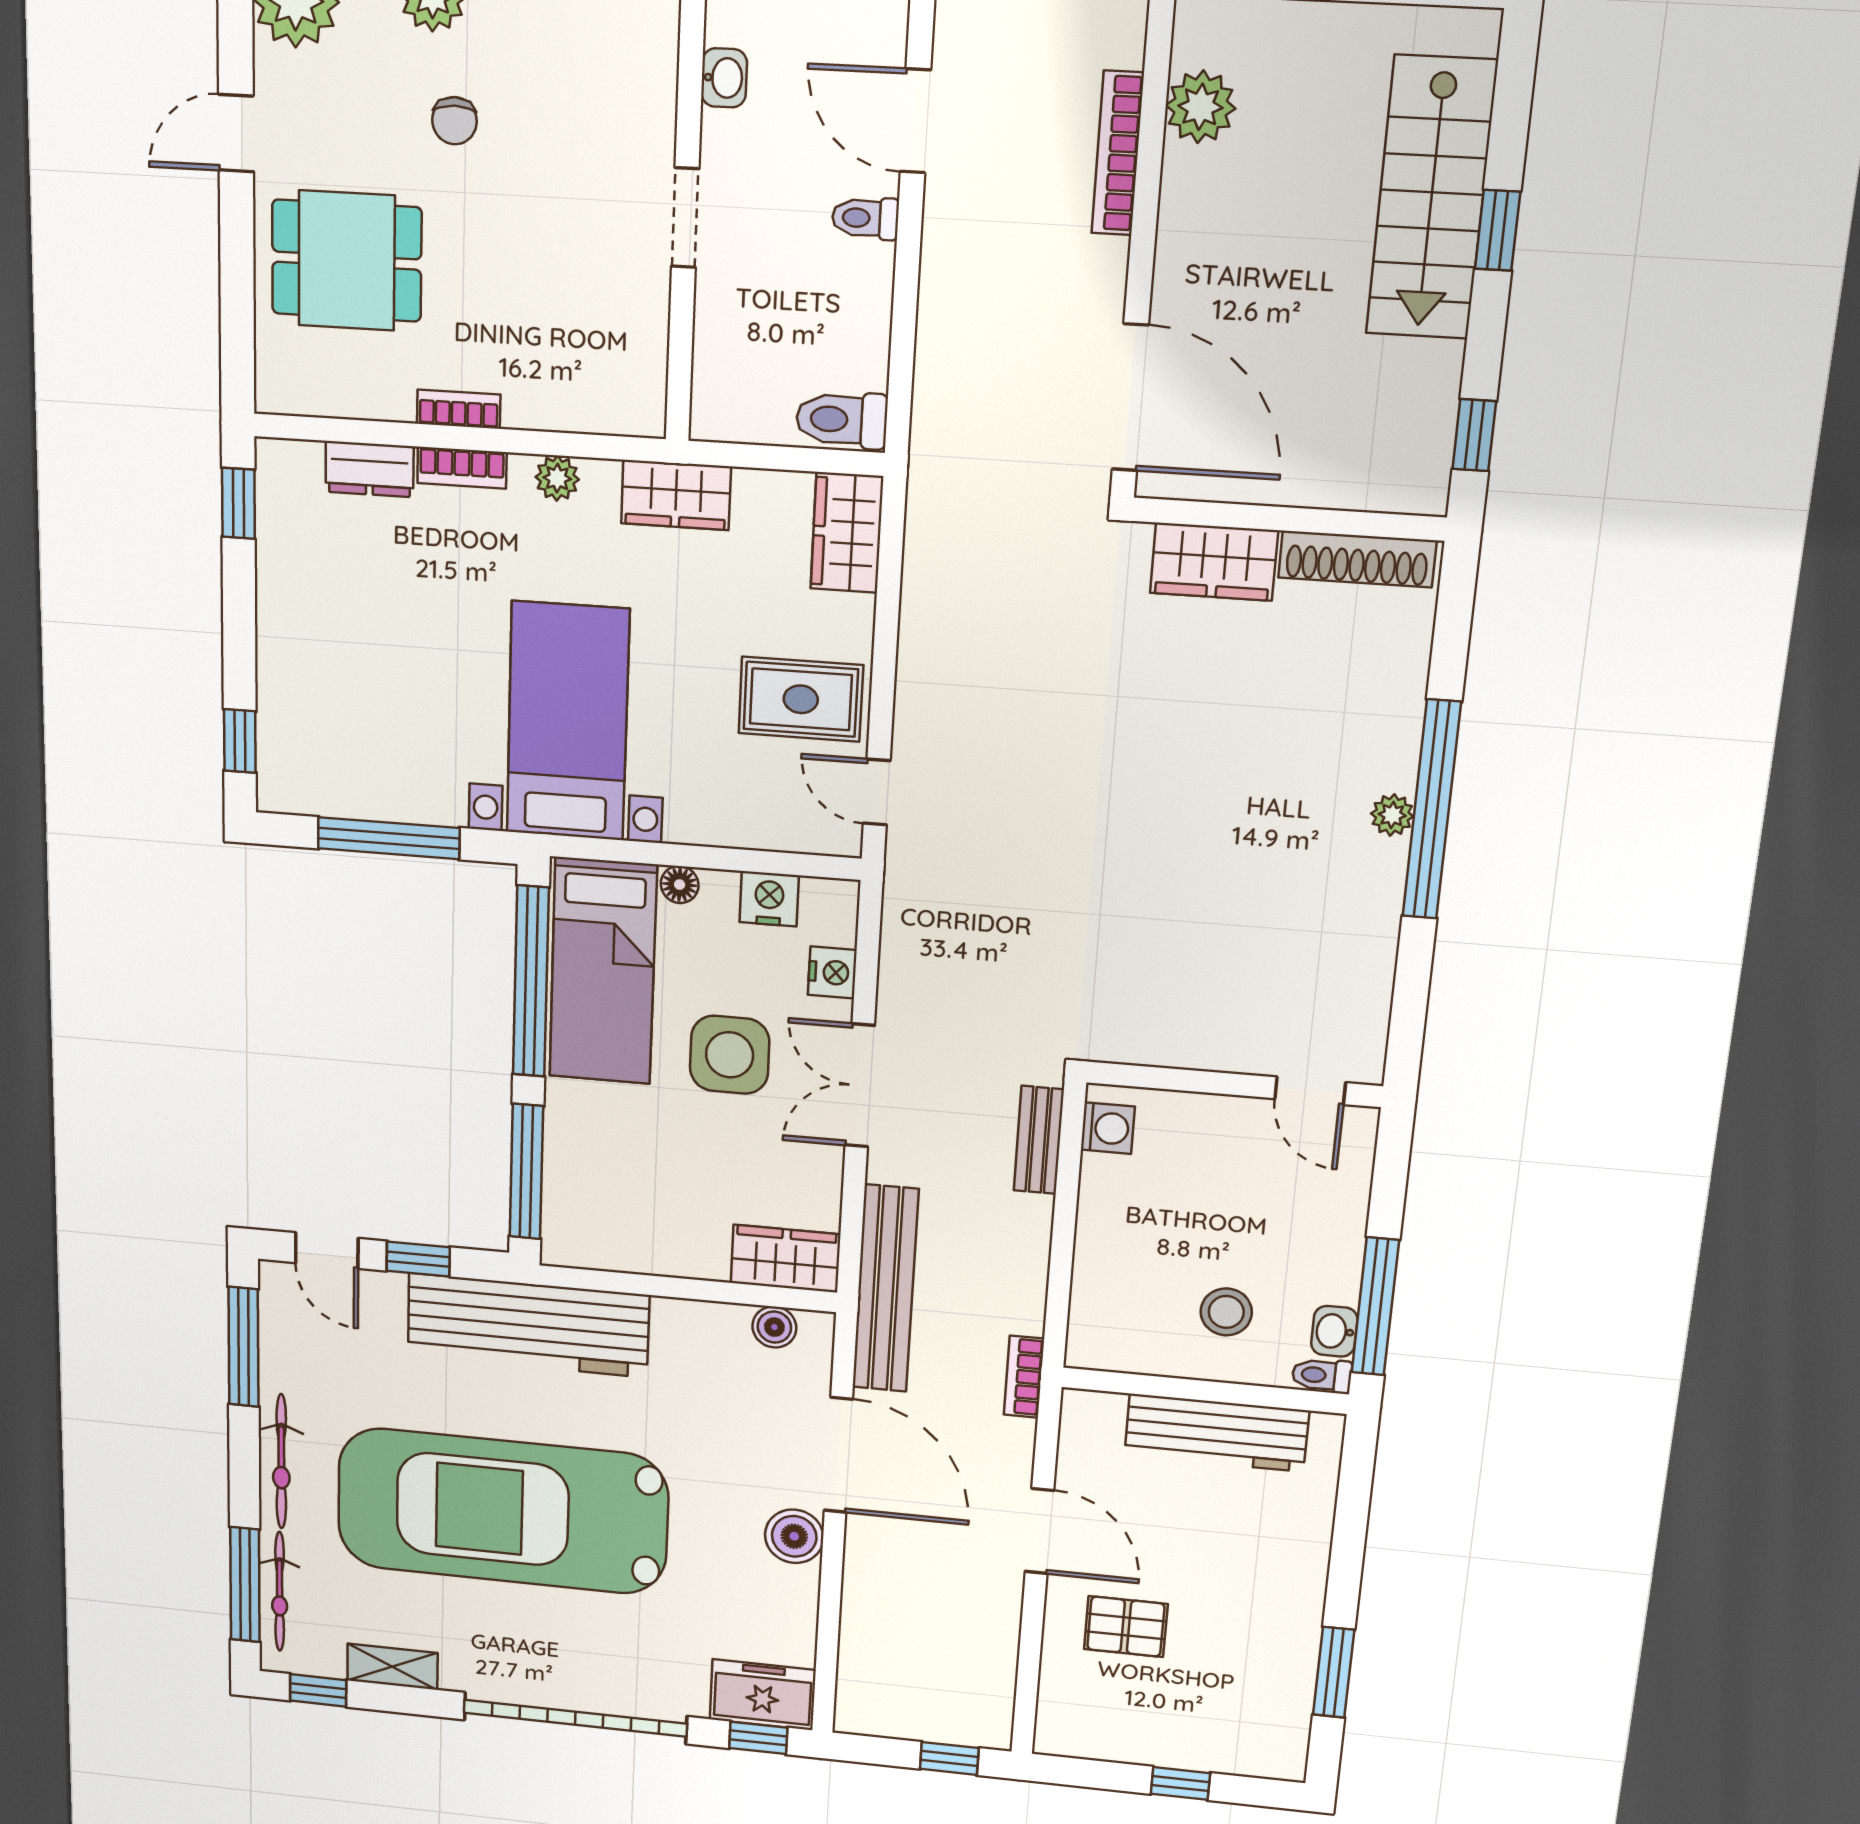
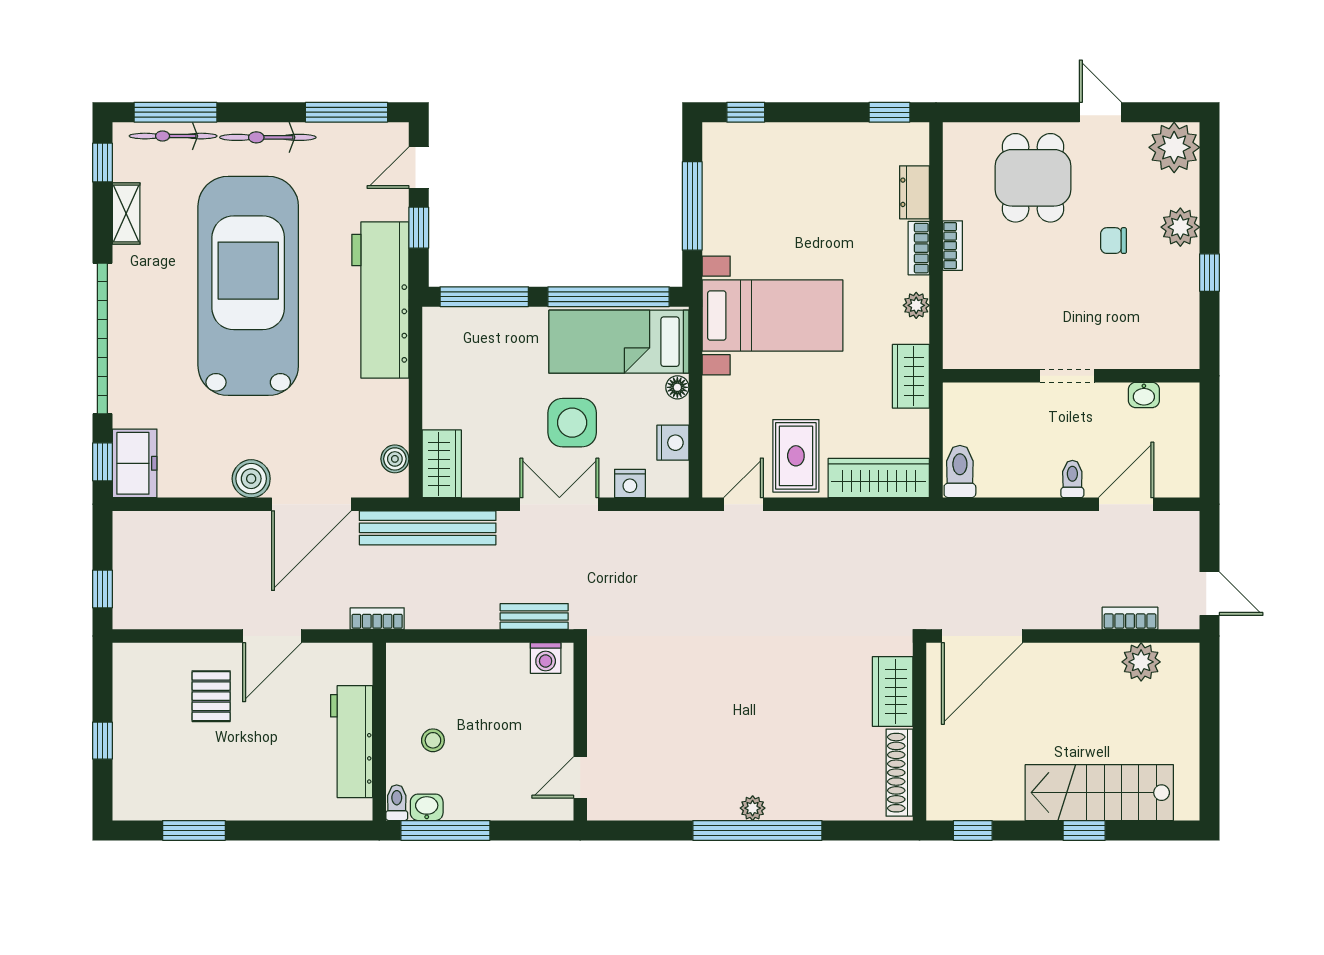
bookcase: (1118, 153) -> (1130, 618), width x0.64
wardrobe: (847, 533) -> (879, 478), width x1.50
stool: (1226, 1312) -> (433, 740), width x0.73, depth x0.73

